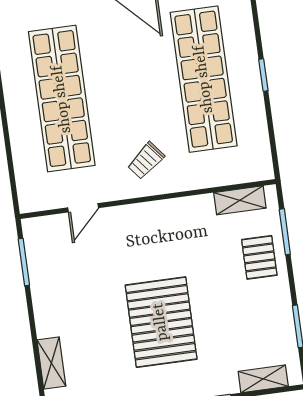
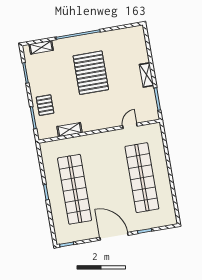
trolley: (146, 161) -> (101, 149), removed
shelving: (240, 200) -> (69, 130), moved
shelving: (51, 363) -> (146, 75), moved

